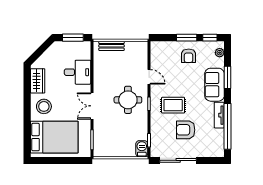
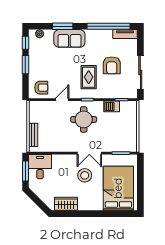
armchair: (189, 56) -> (41, 88), moved
desk: (78, 72) -> (40, 167), moved
stool: (44, 106) -> (85, 175), moved
tv unit: (219, 115) -> (125, 34), moved
barbecue: (142, 149) -> (112, 106), moved

